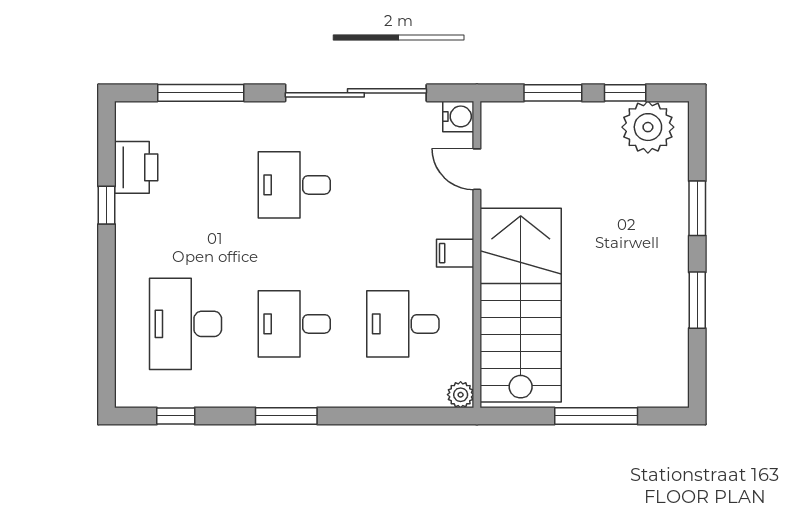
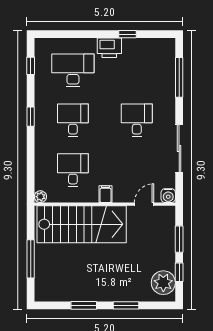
sliding door: (356, 93) -> (179, 149), width x0.73
printer: (136, 167) -> (109, 48), moved
window: (286, 416) -> (31, 117), width x0.67

